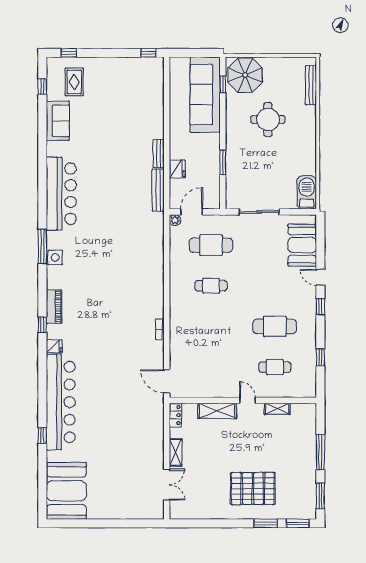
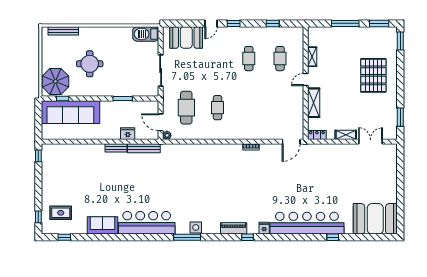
sofa: (58, 121) -> (102, 225), moved
cafe table: (275, 326) -> (249, 59), width x0.73, depth x0.74
window: (265, 523) -> (400, 117), moved

